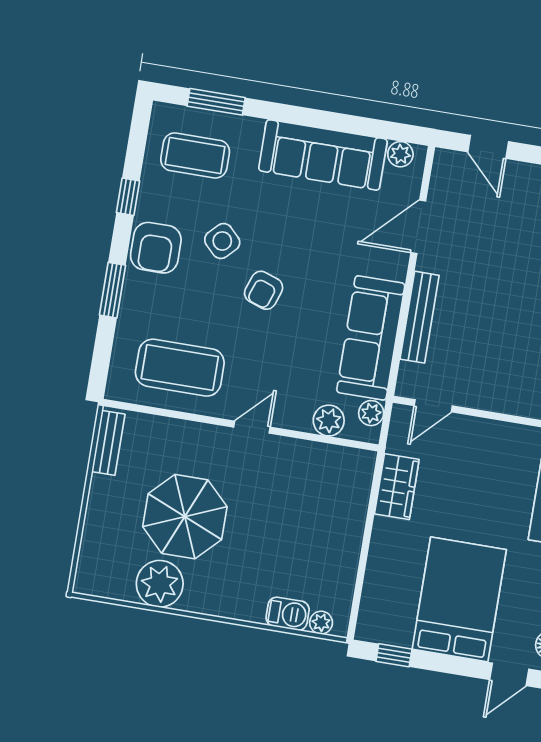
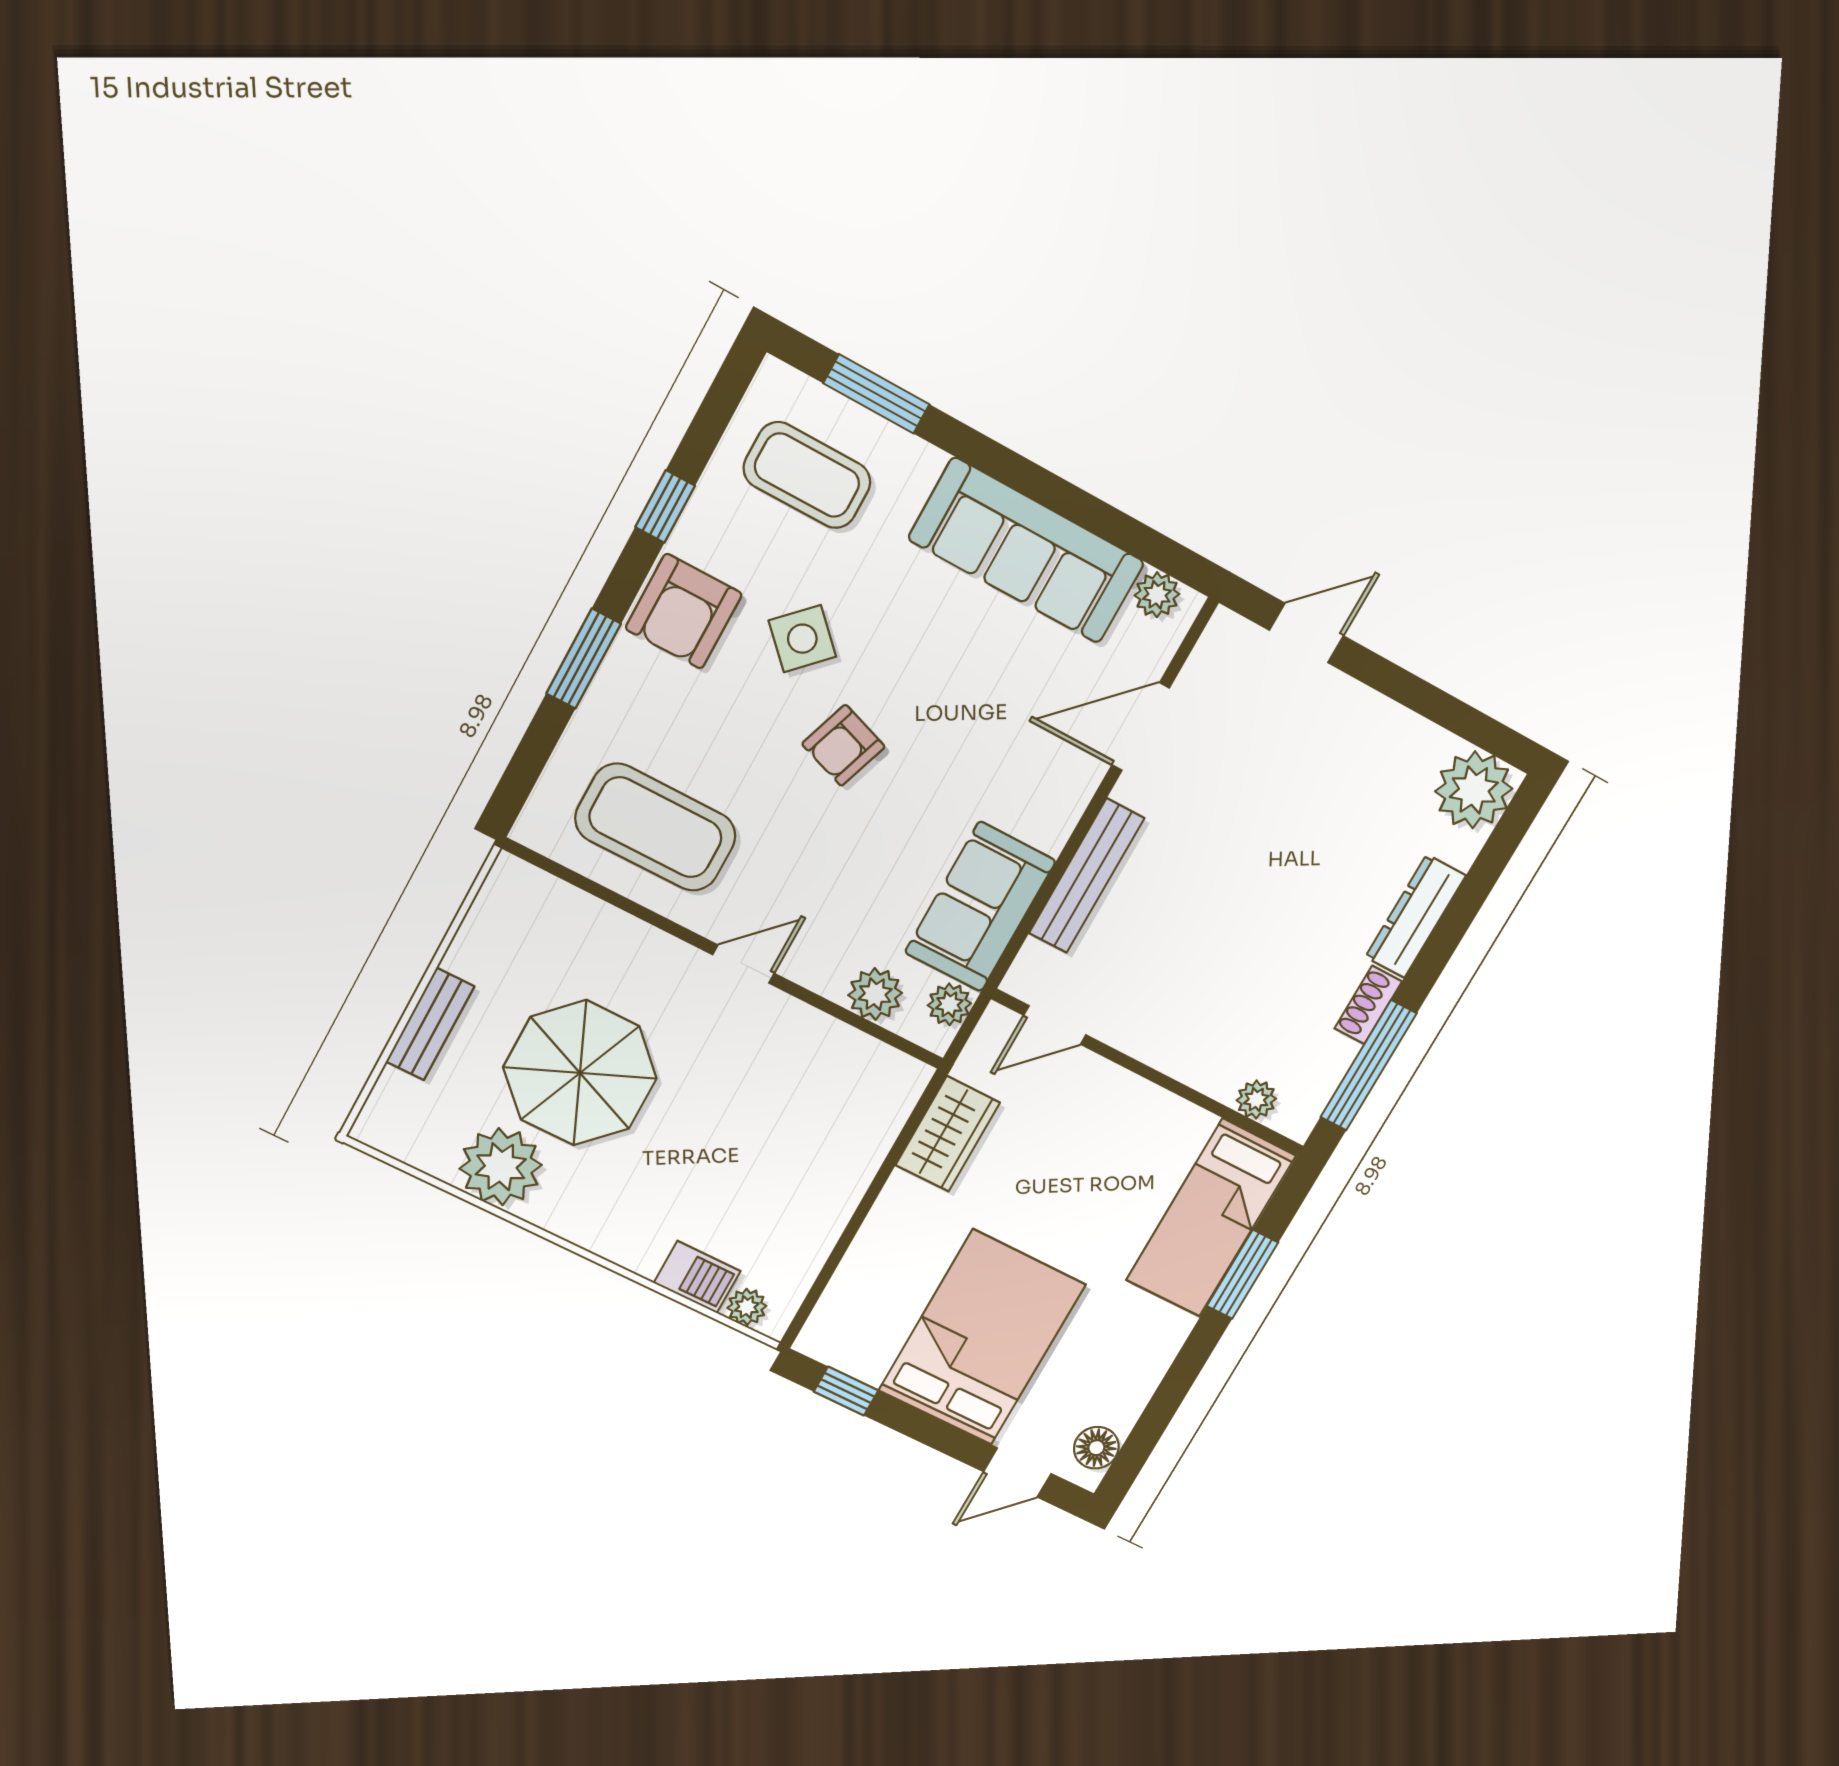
door: (488, 147) -> (1306, 633), swing flipped
sofa: (371, 338) -> (980, 907), width x0.73
bench: (108, 443) -> (430, 1024), moved

